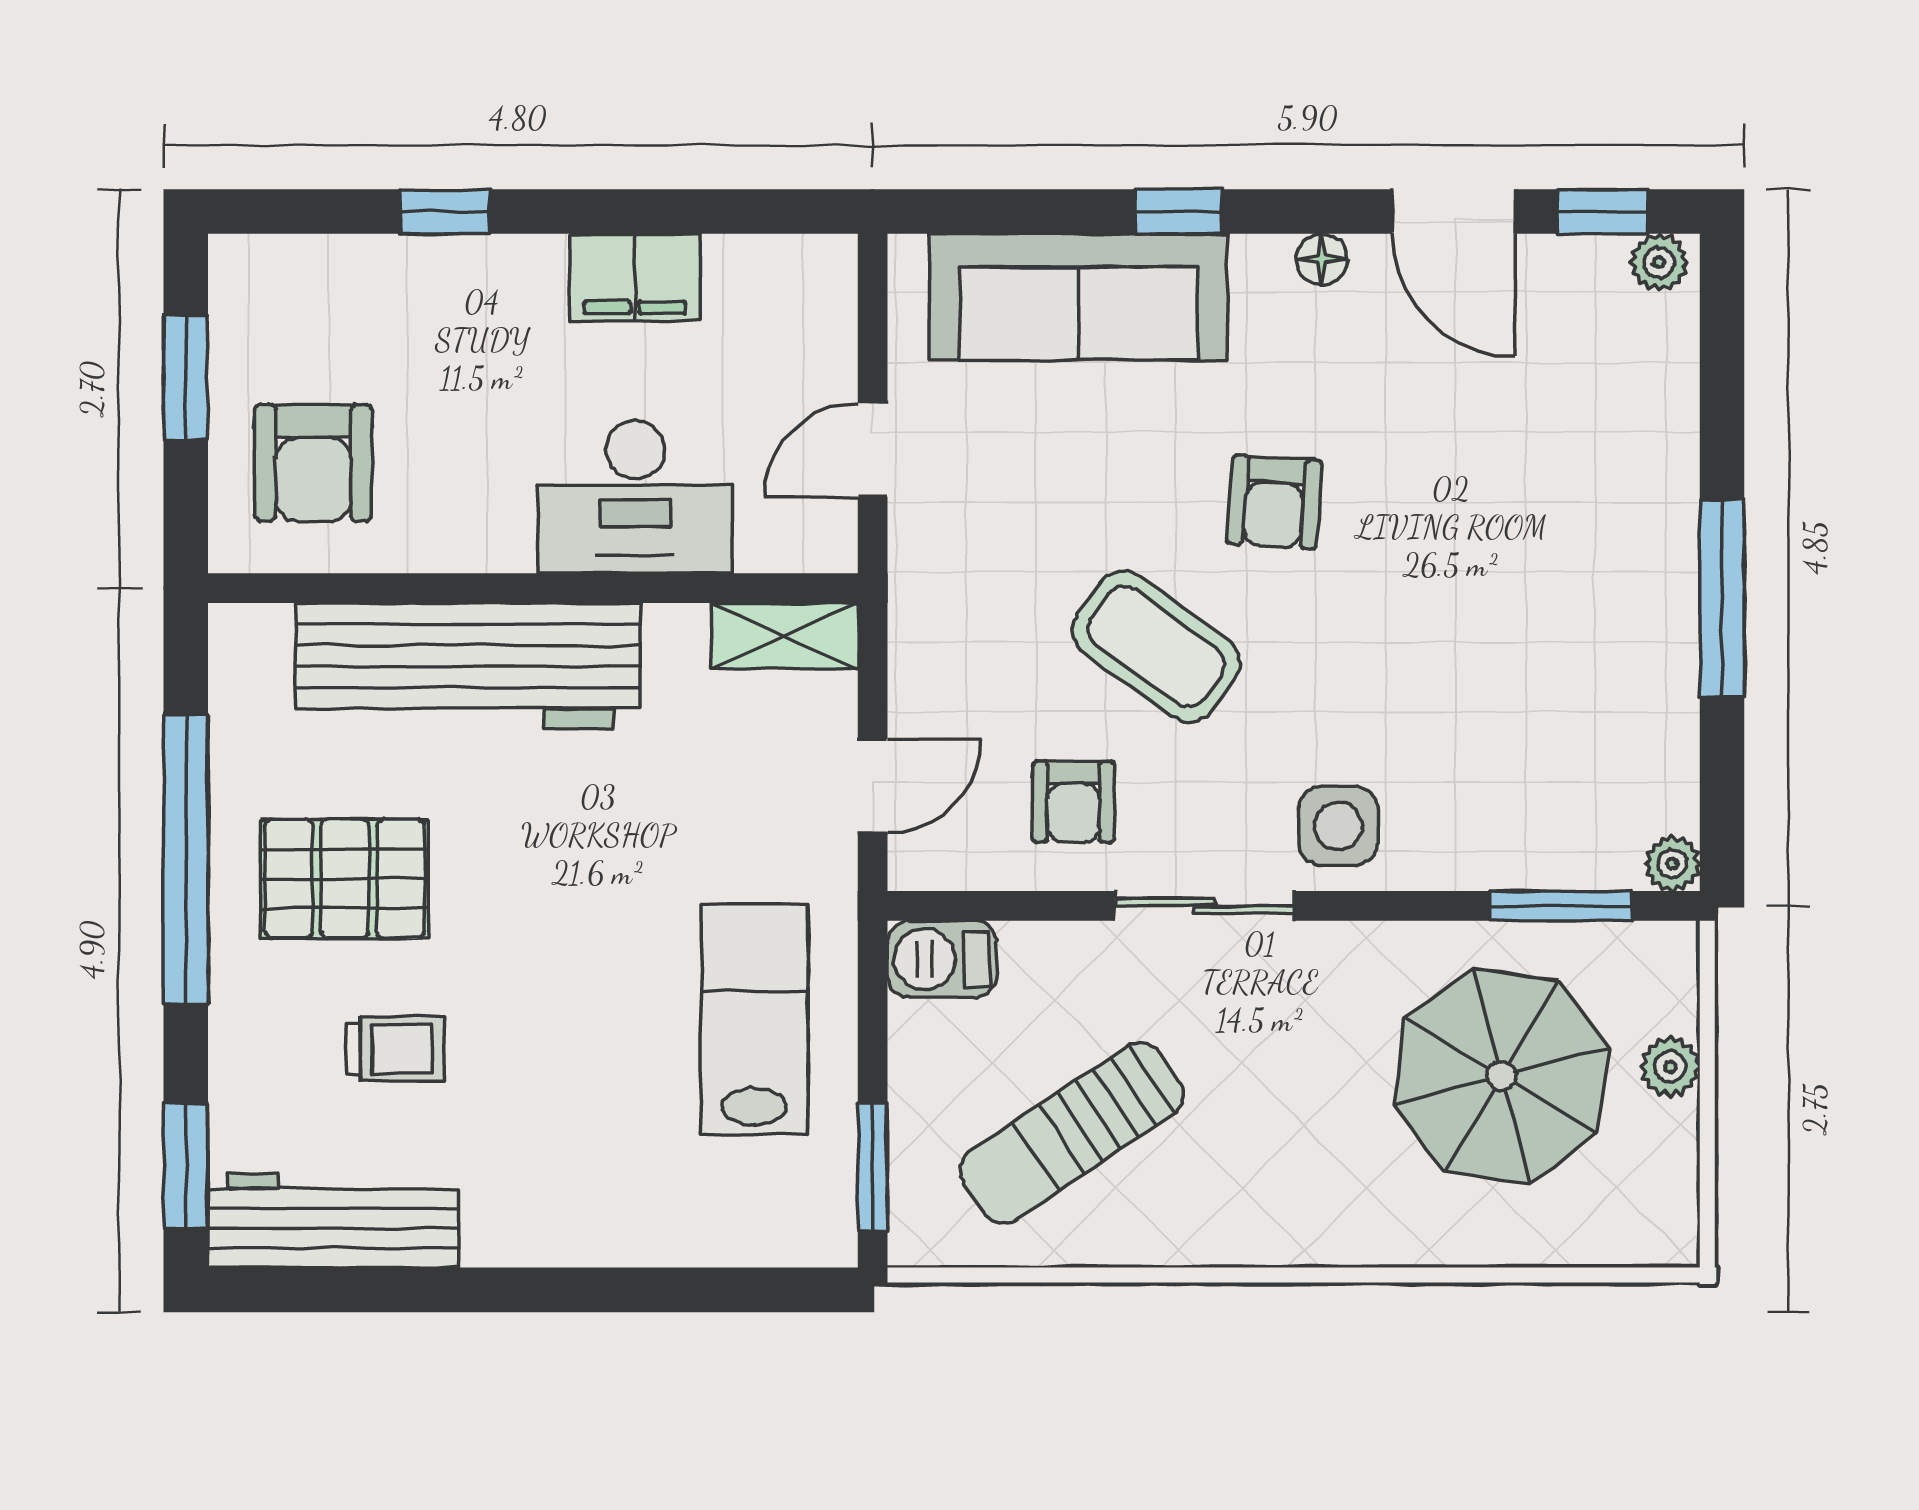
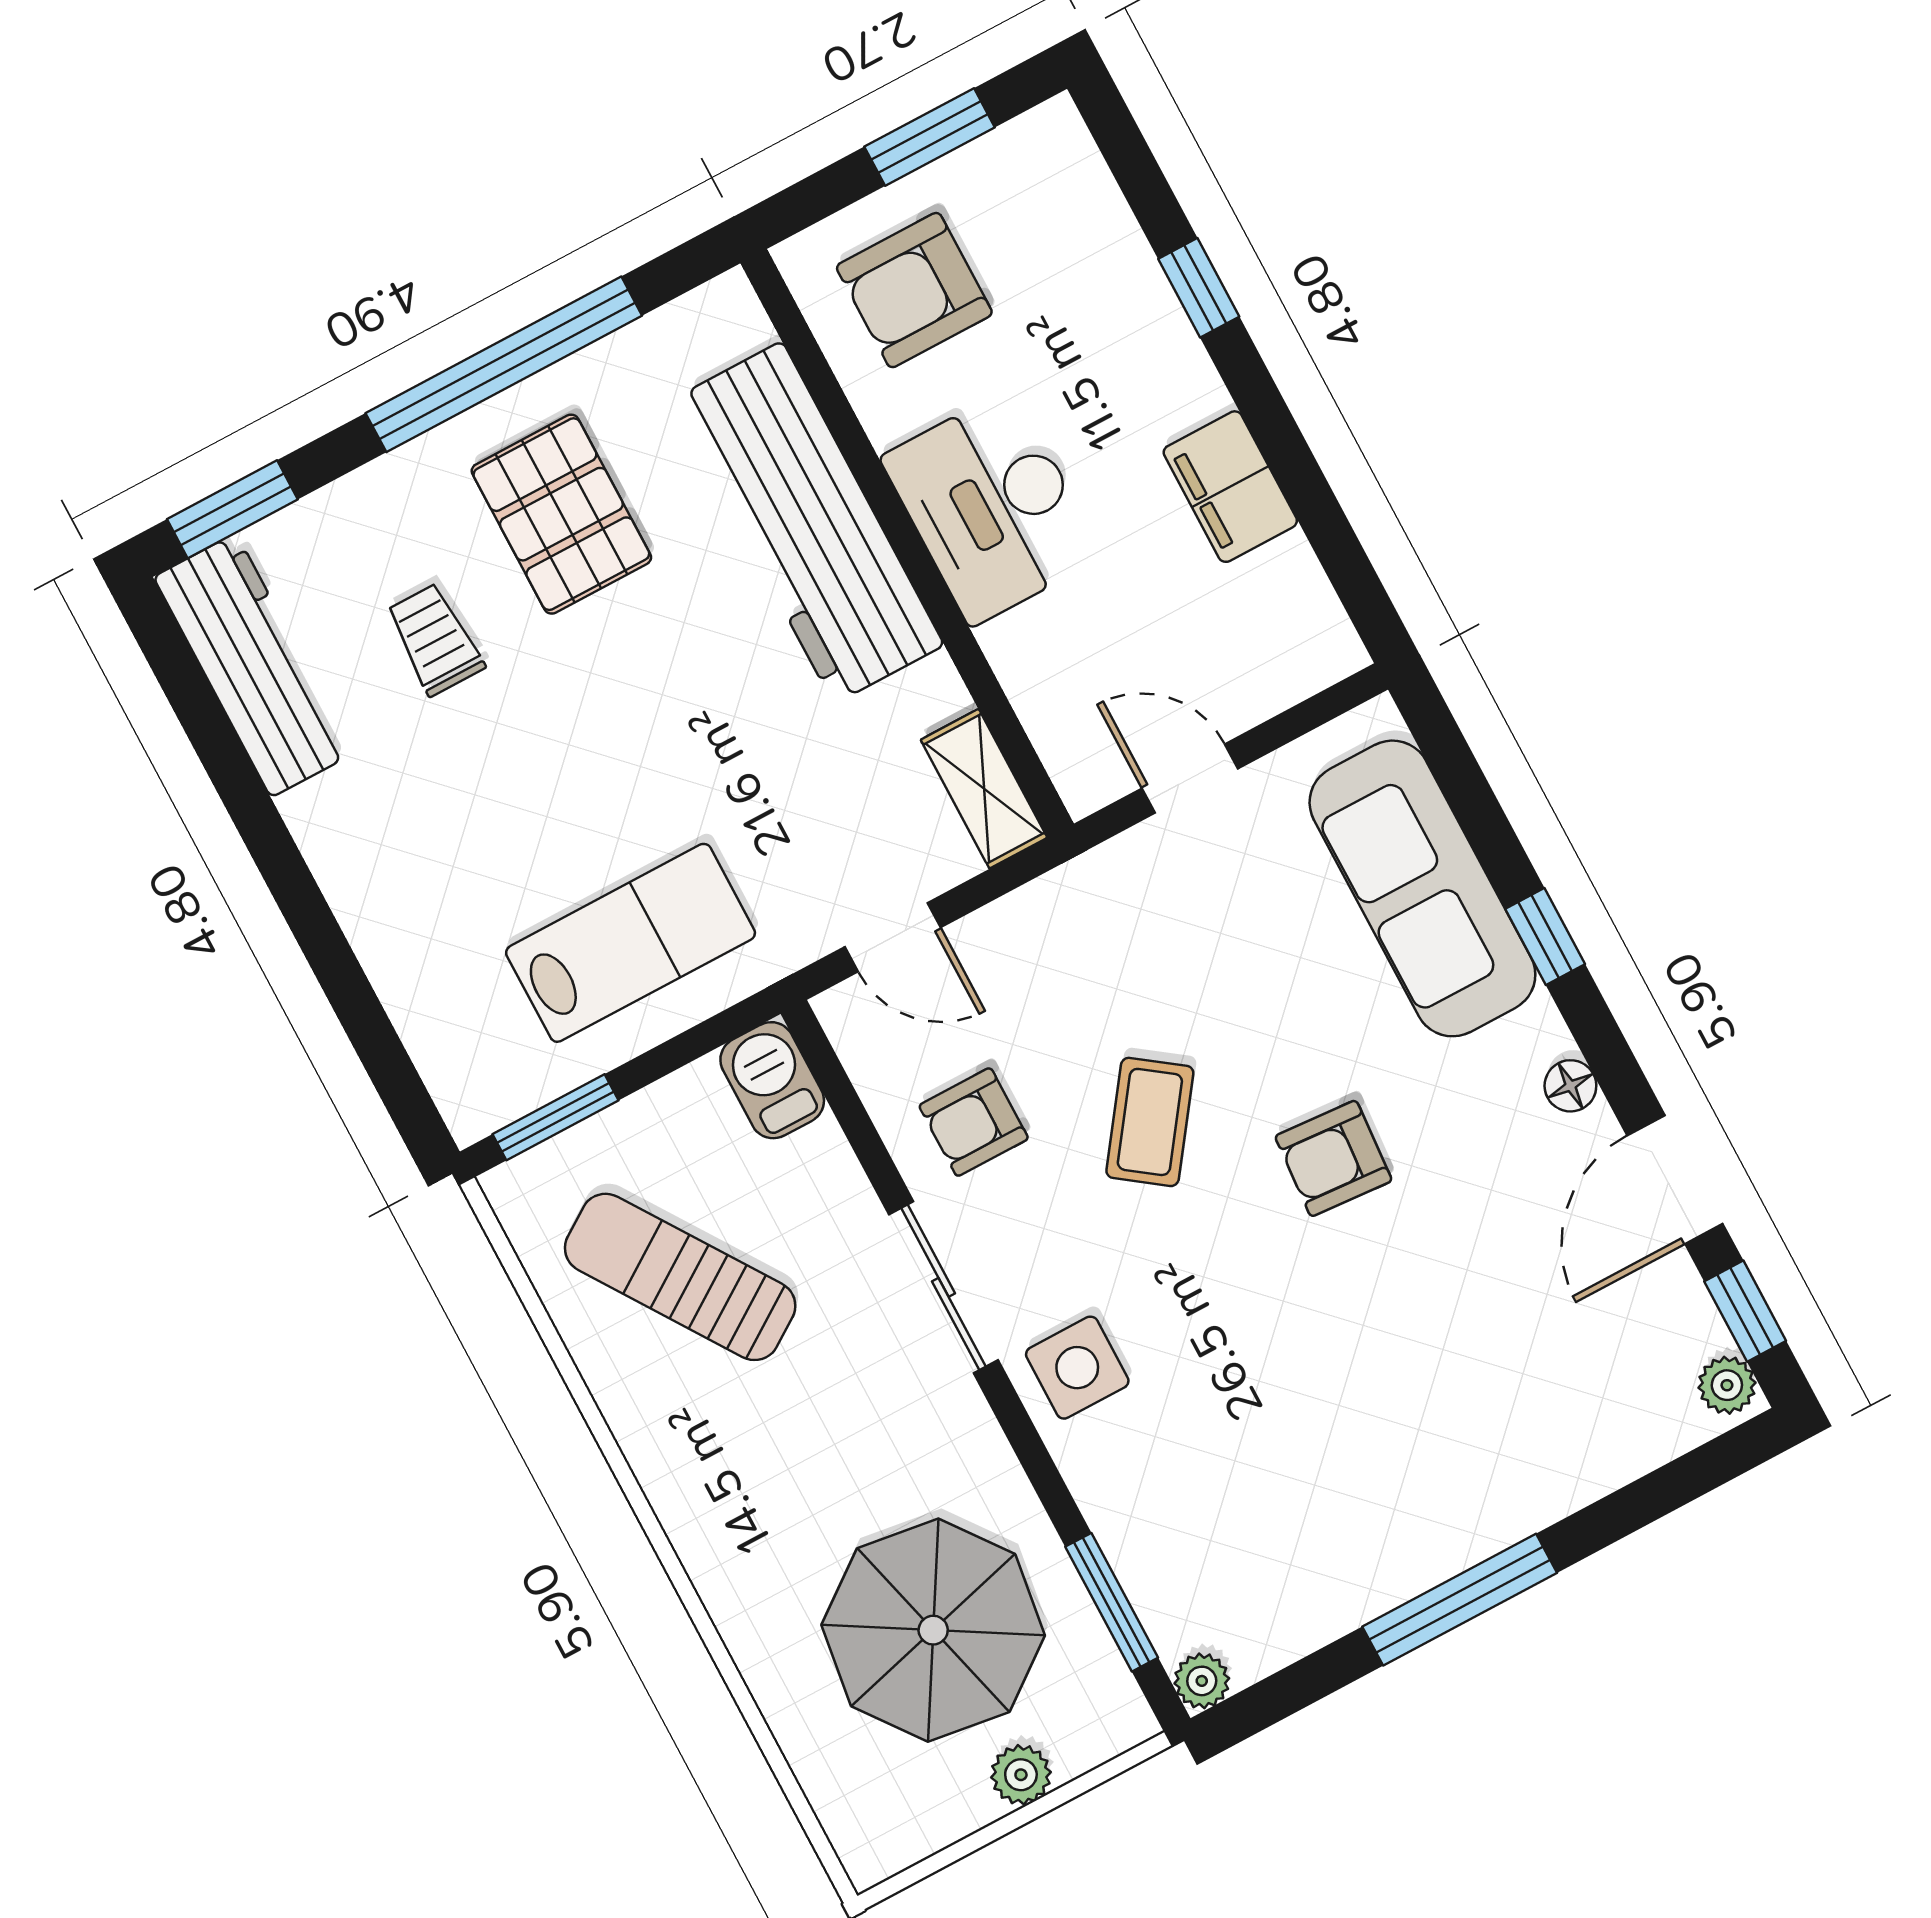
desk: (635, 497) -> (992, 507), moved
coffee table: (1156, 646) -> (1150, 1122), width x0.73, depth x0.77
trolley: (396, 1049) -> (435, 639), turned 180

